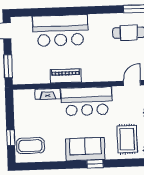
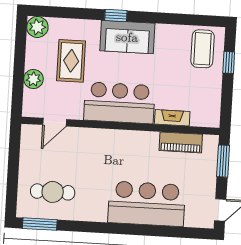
piano: (66, 76) -> (181, 142), moved
rug: (127, 139) -> (71, 61), moved
coffee table: (30, 146) -> (203, 49), turned 90

